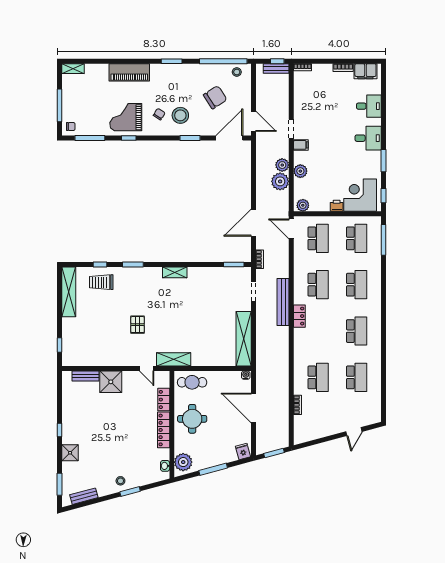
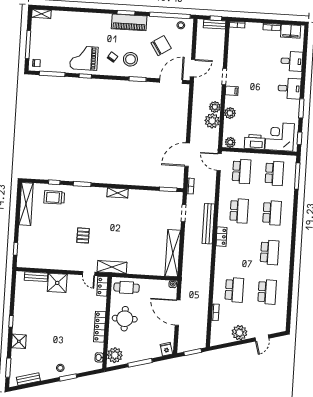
piano: (129, 72) -> (129, 22), moved
door: (253, 121) -> (193, 68), hinge flipped
printer: (337, 206) -> (255, 142), width x1.87, depth x1.48
locker: (164, 400) -> (102, 286), moved
plant: (327, 427) -> (239, 333), added

